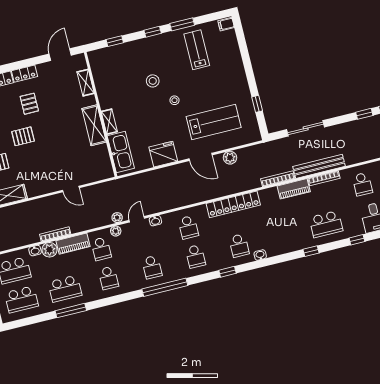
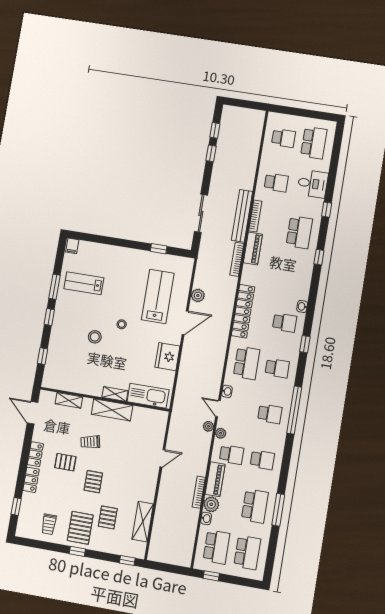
trolley: (57, 118) -> (90, 442), added
school desk: (188, 227) -> (247, 363), width x1.85

